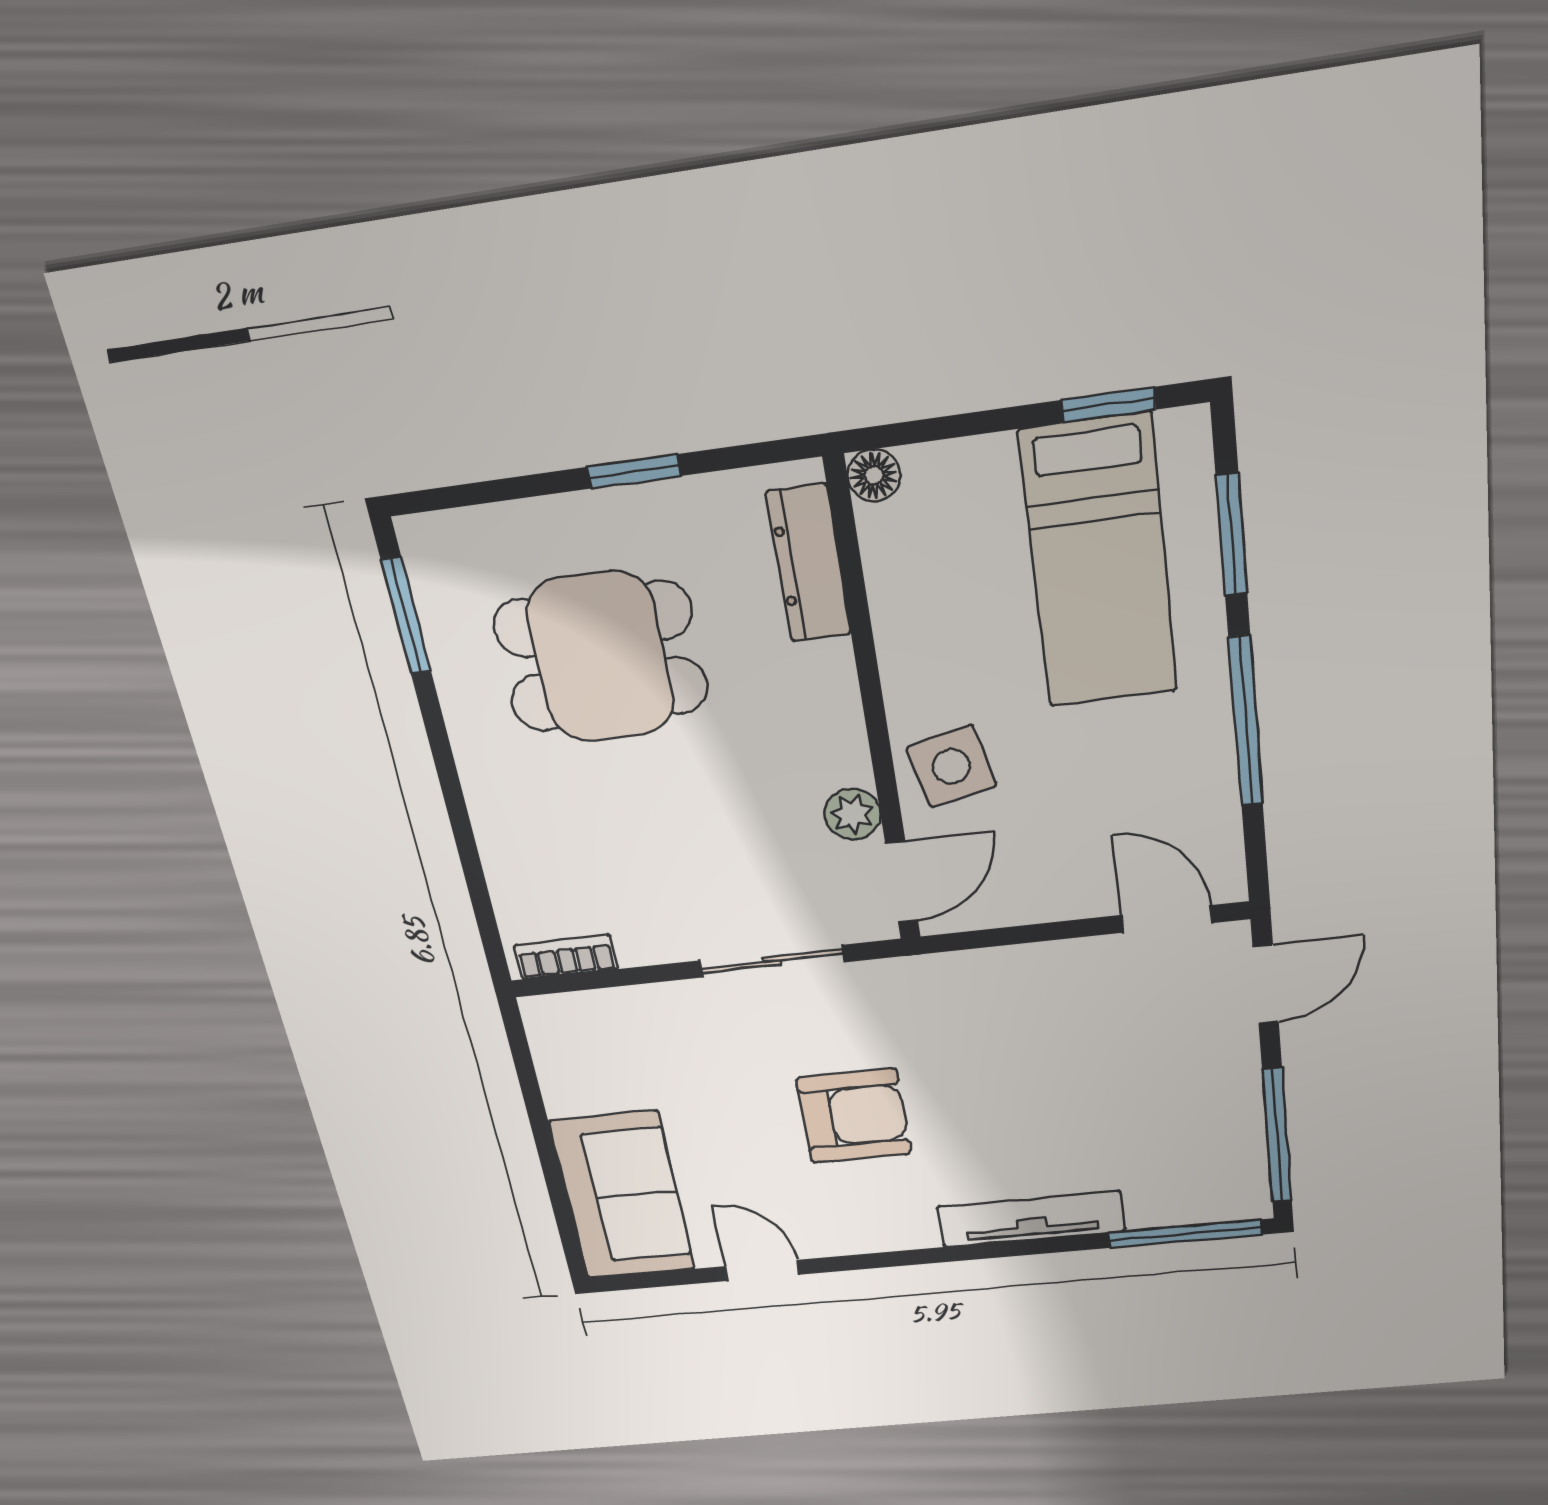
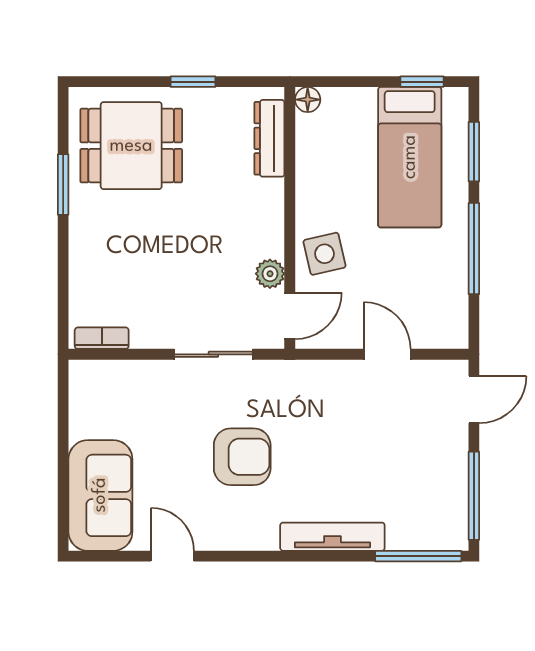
window: (406, 616) -> (63, 185), moved
dining table: (601, 657) -> (131, 146), moved
door: (1167, 919) -> (387, 354), moved

